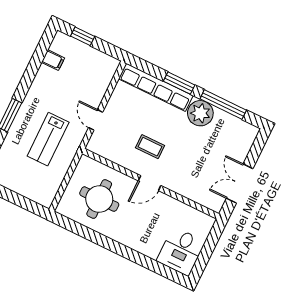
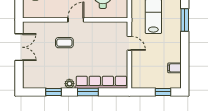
window: (223, 105) -> (54, 92), width x0.46
plant: (200, 113) -> (69, 84), width x0.53, depth x0.53
coffee table: (150, 147) -> (64, 43), moved

